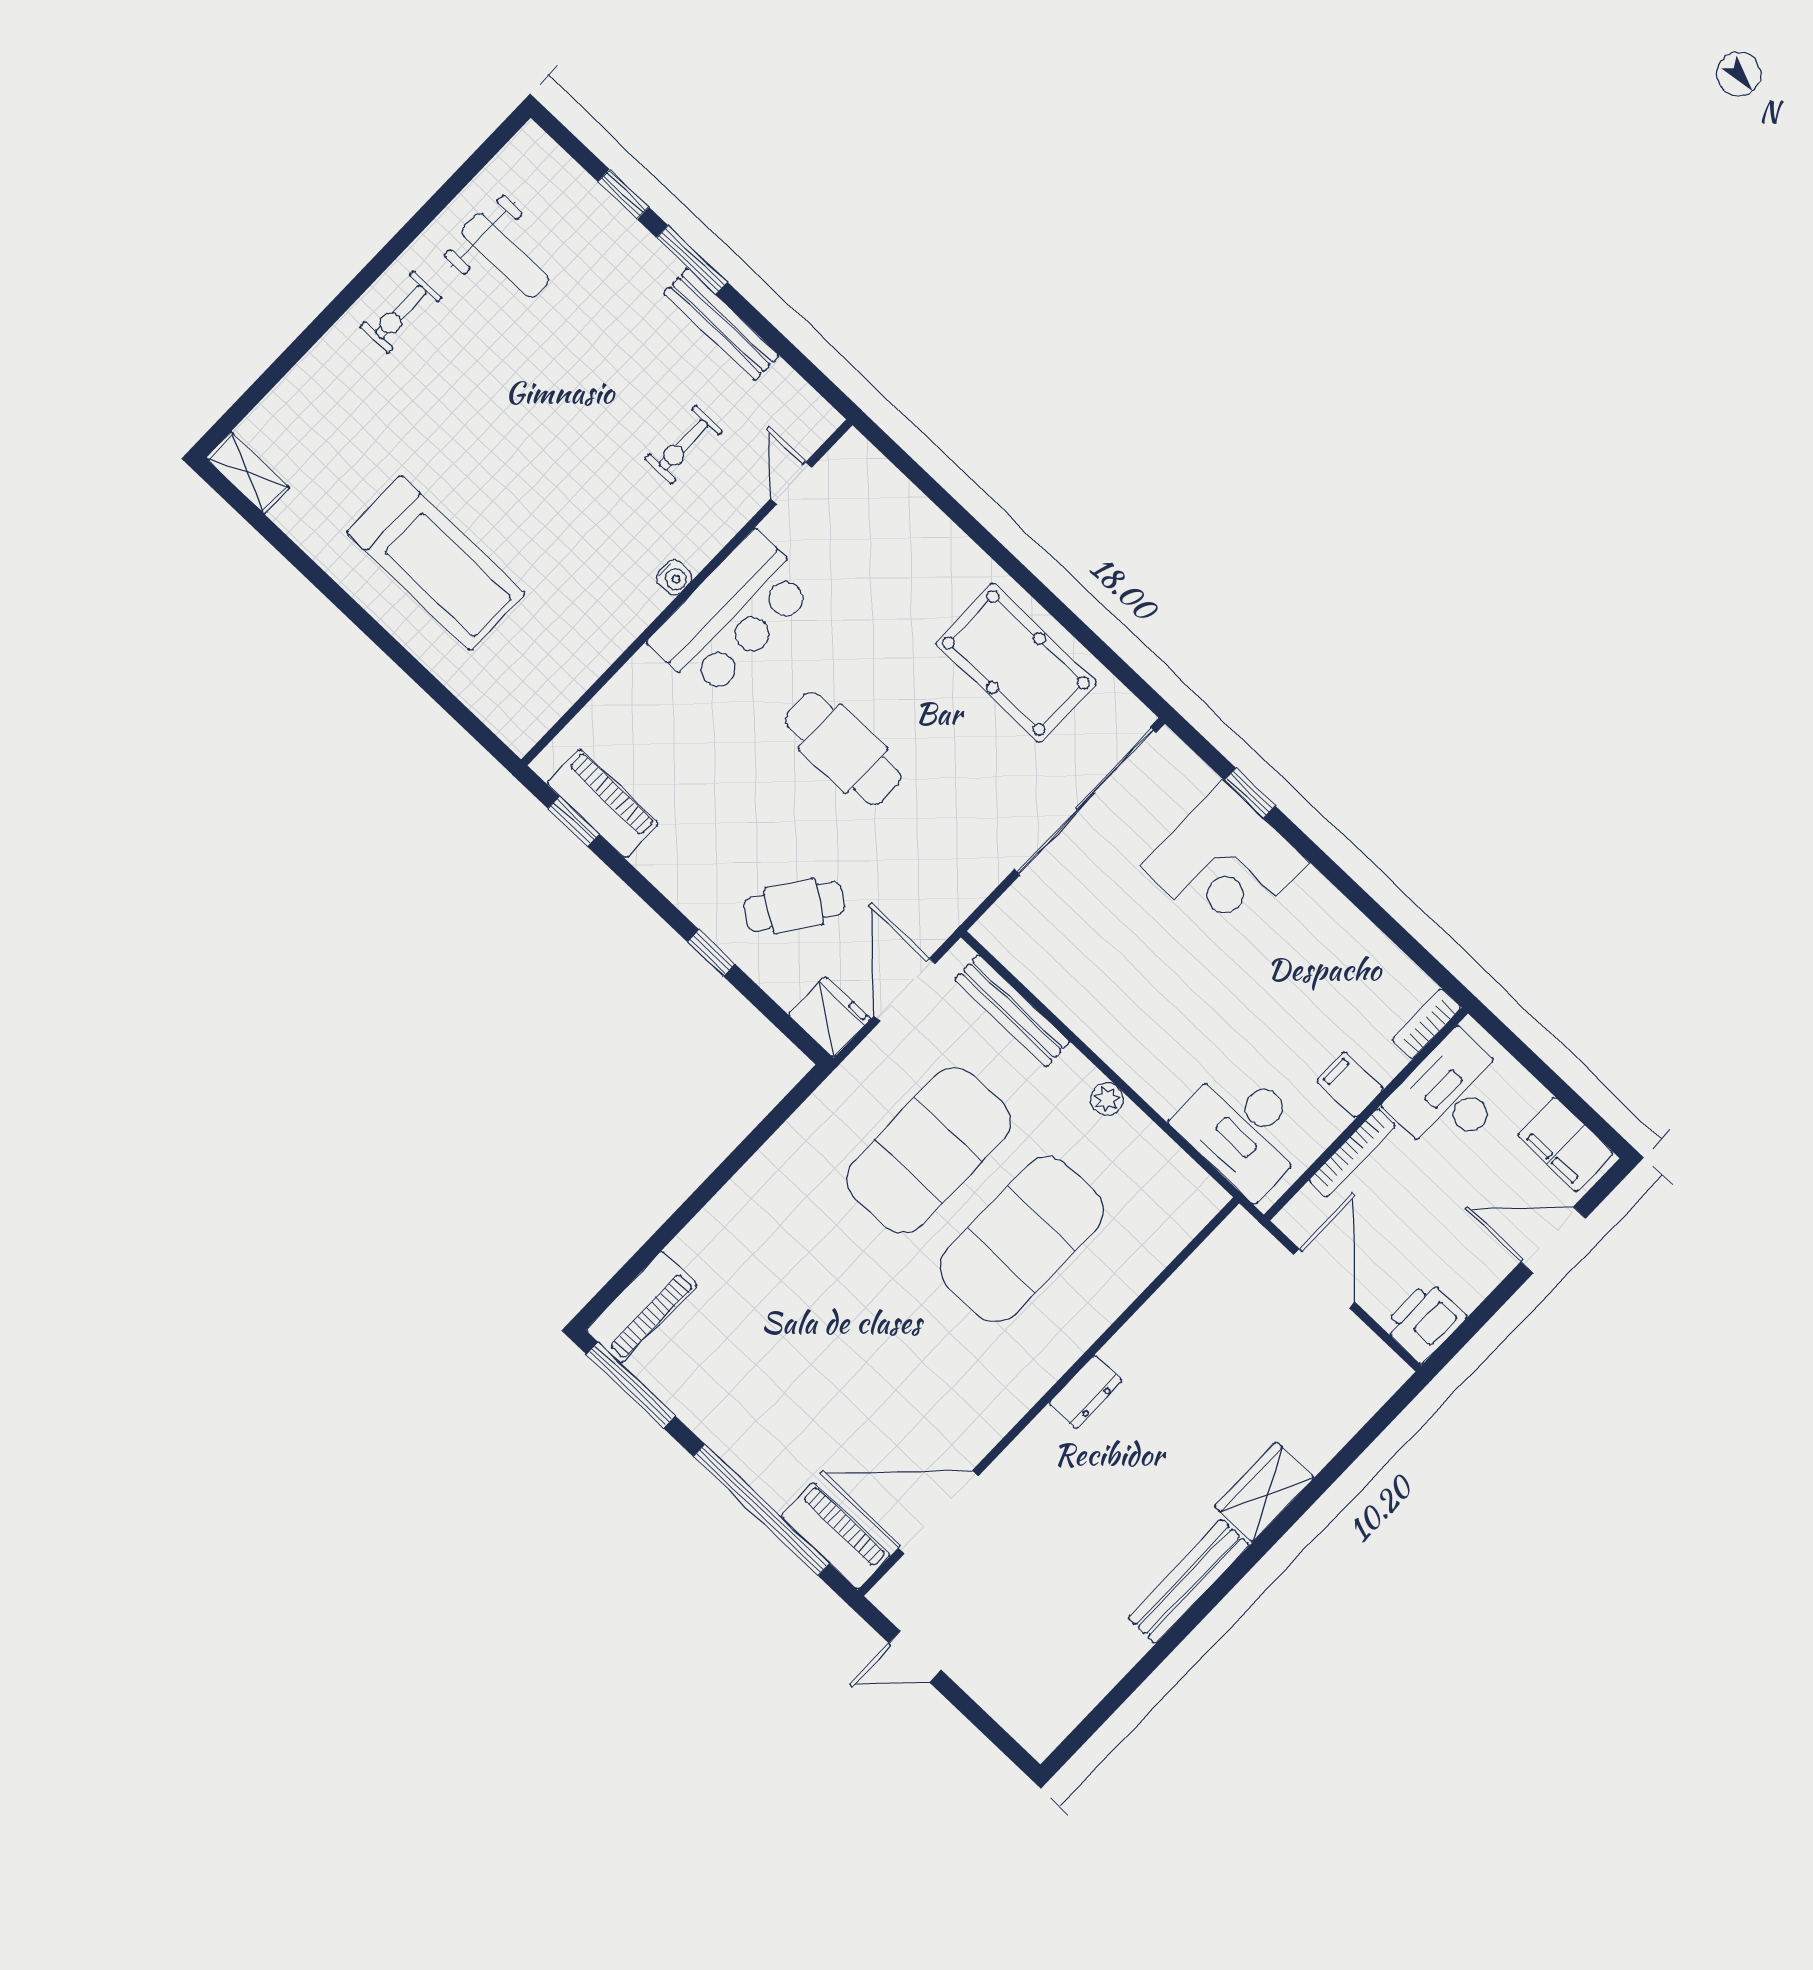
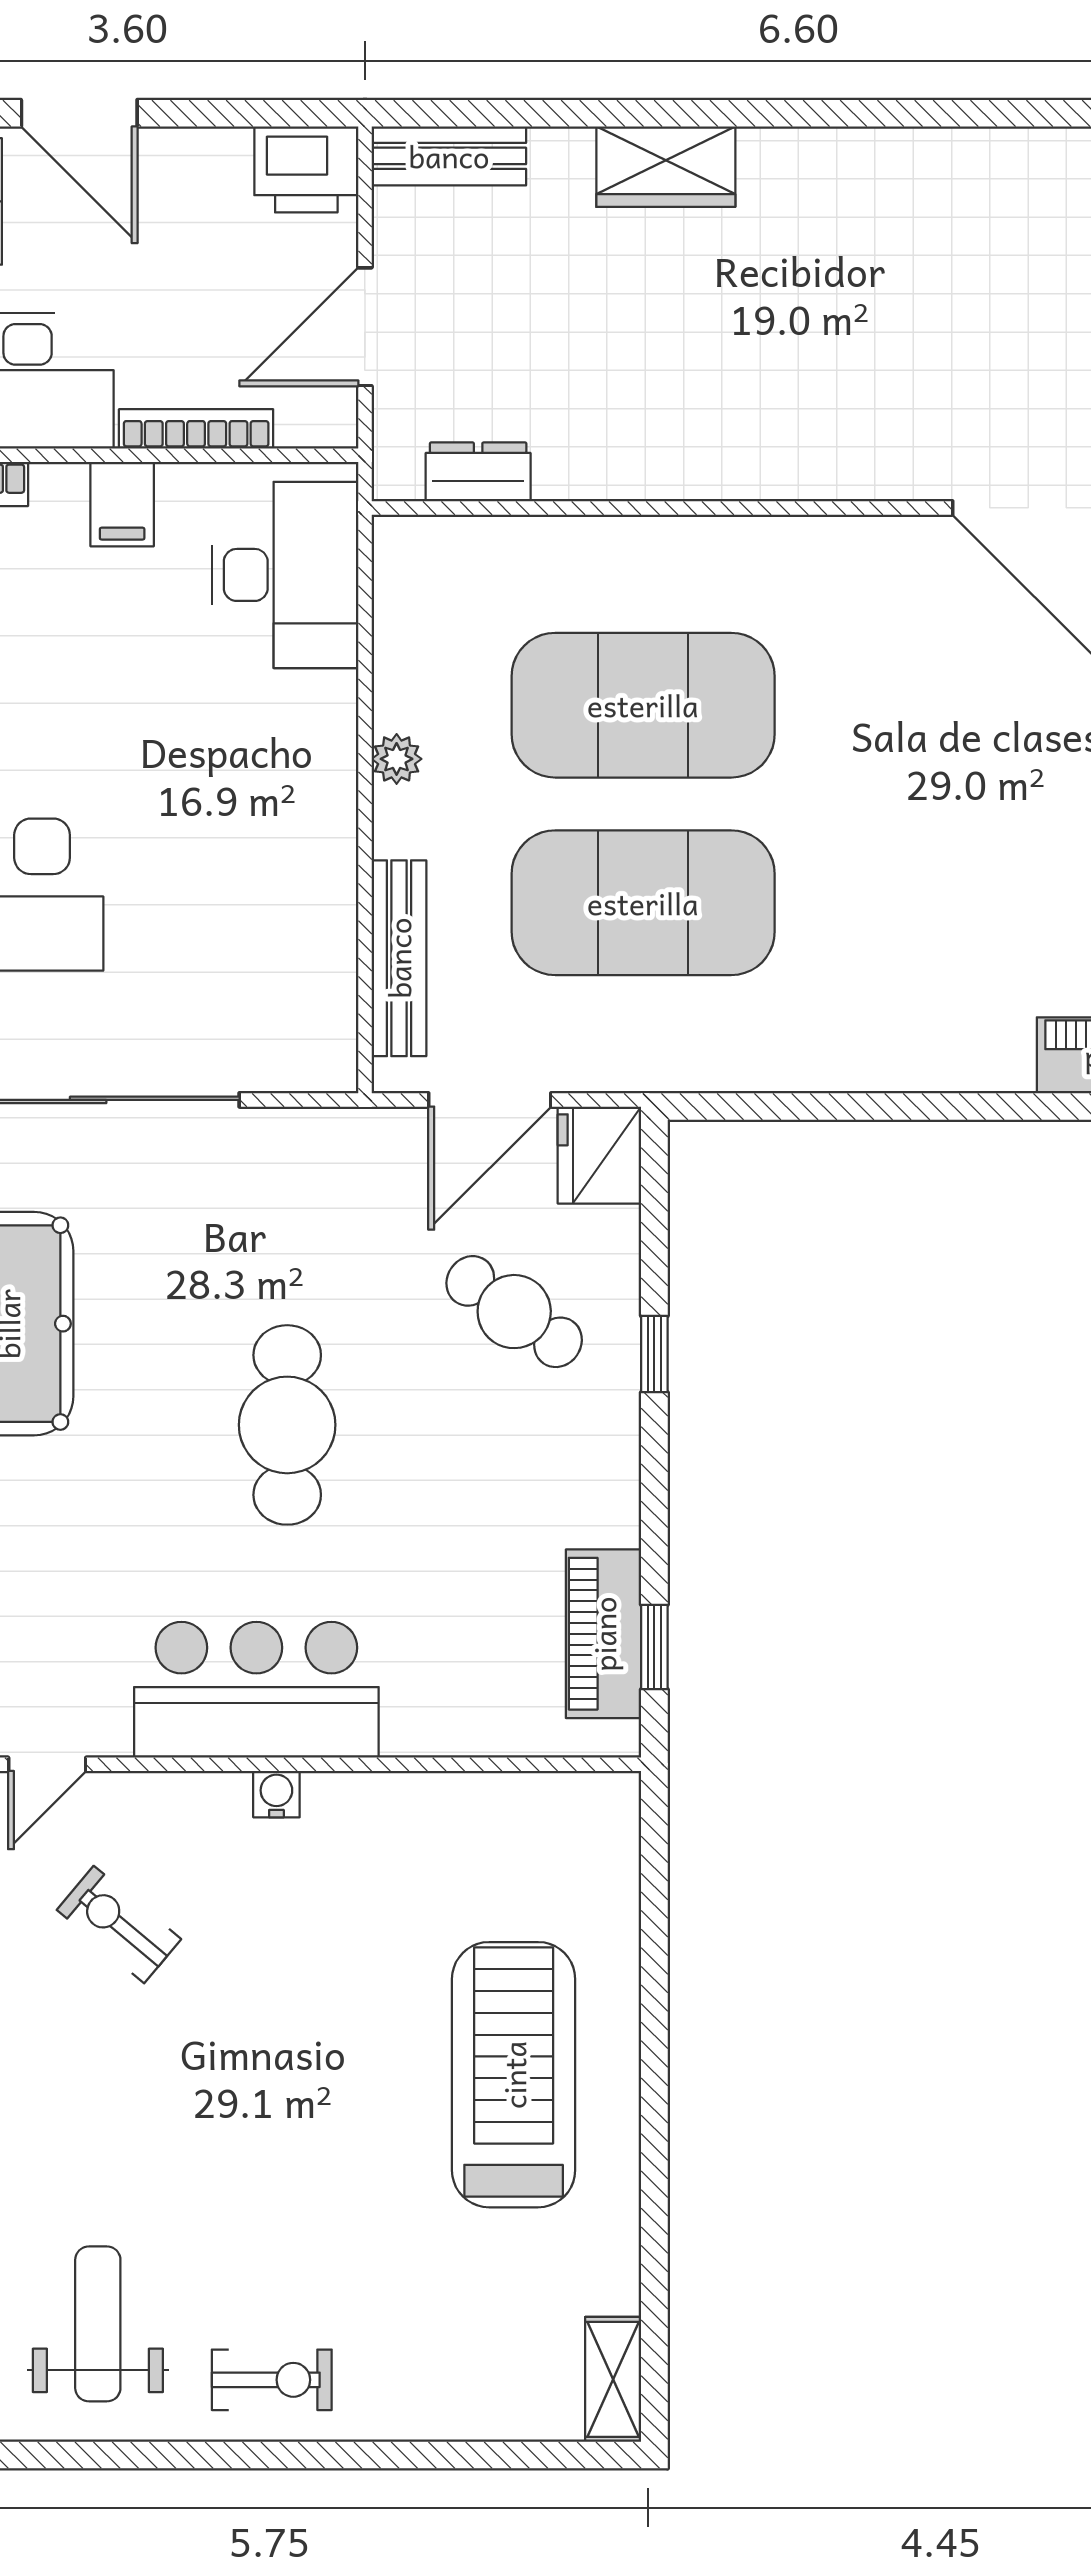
exercise bike: (684, 445) -> (119, 1925), turned -140
dresser: (1085, 1392) -> (478, 472), moved
bench: (1189, 1581) -> (449, 156), moved, width x0.73

